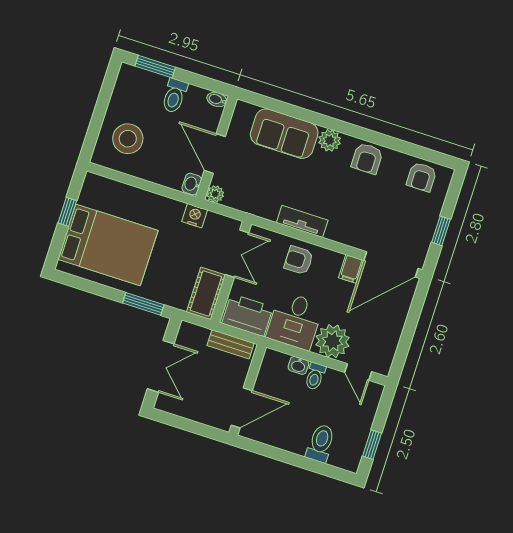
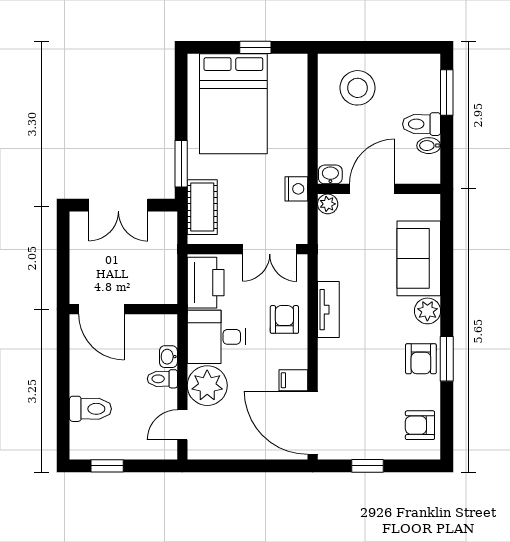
bidet: (217, 99) -> (429, 146), moved, turned -90
window: (374, 137) -> (447, 359), added
armchair: (367, 158) -> (421, 359), turned -90
cot: (206, 293) -> (202, 207), moved, turned 90
bench: (231, 344) -> (167, 274), removed

